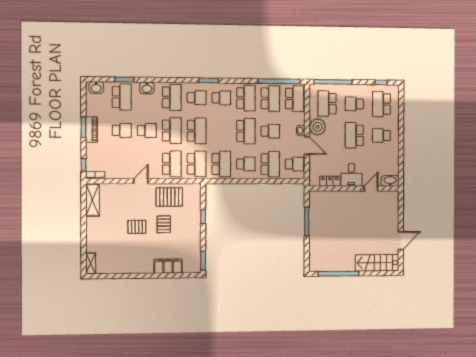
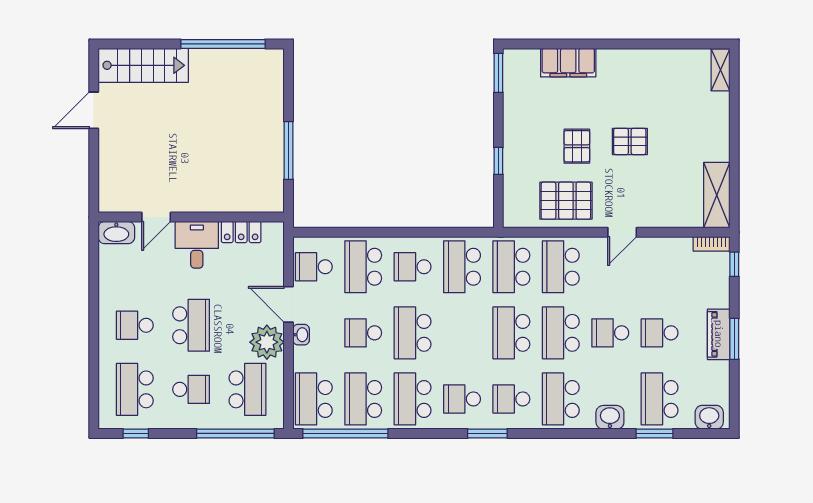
school desk: (382, 104) -> (135, 389), turned 180
school desk: (381, 135) -> (135, 325), turned 180

